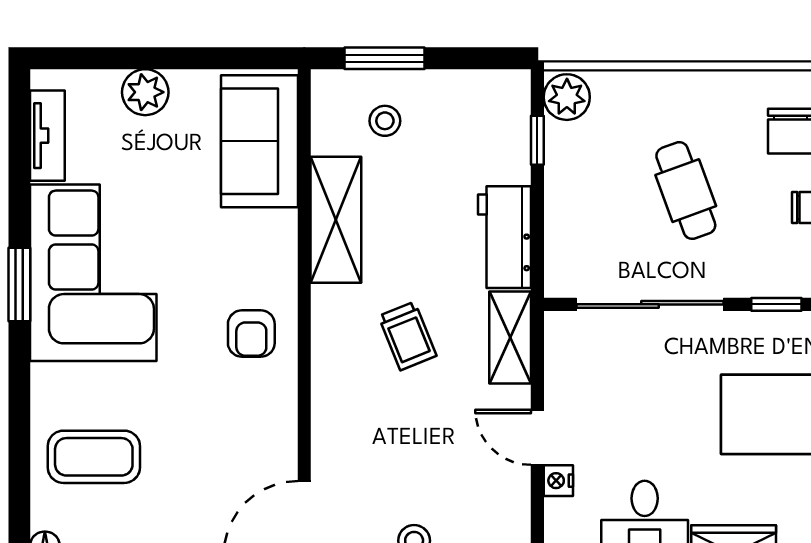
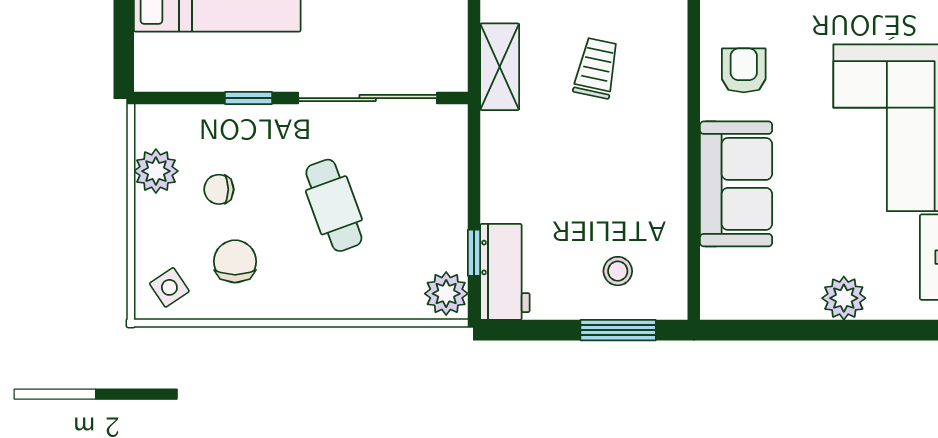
sofa: (259, 141) -> (736, 184), moved
shelving: (336, 220) -> (664, 178), removed
workbench: (505, 237) -> (505, 272), moved
trolley: (408, 336) -> (596, 68), turned 34

